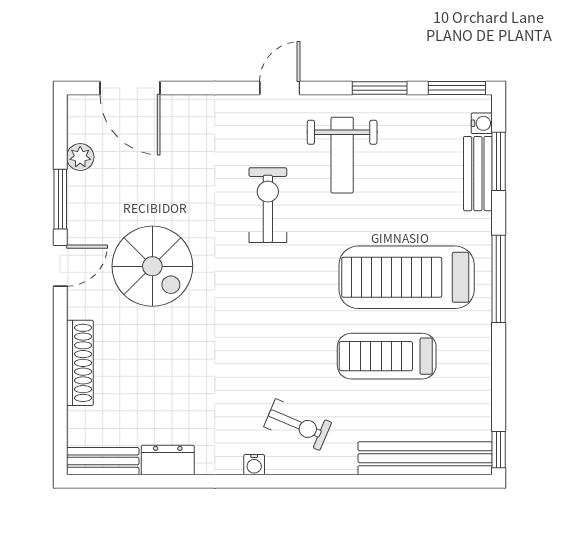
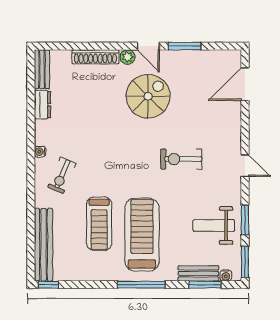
weight bench: (342, 155) -> (214, 225), moved
plant: (80, 157) -> (128, 57), moved
exercise bike: (268, 205) -> (181, 159), turned 180
spiral stairs: (152, 266) -> (148, 96), turned 180
treadmill: (387, 356) -> (99, 224), turned 180

